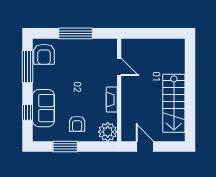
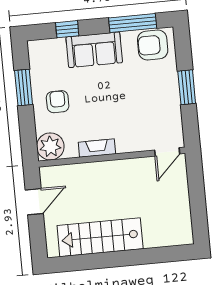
window: (76, 33) -> (187, 87), width x0.69
door: (119, 67) -> (167, 152), moved
sofa: (44, 108) -> (94, 50), moved
armchair: (77, 124) -> (58, 102), turned 90

